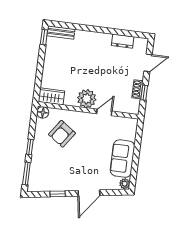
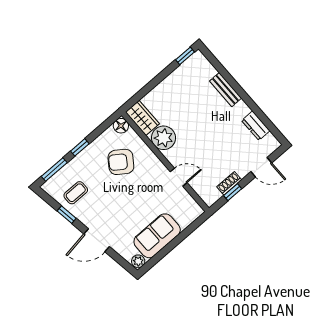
bench: (61, 32) -> (226, 90), moved
plant: (87, 99) -> (163, 138), moved
coffee table: (51, 176) -> (76, 193), added

